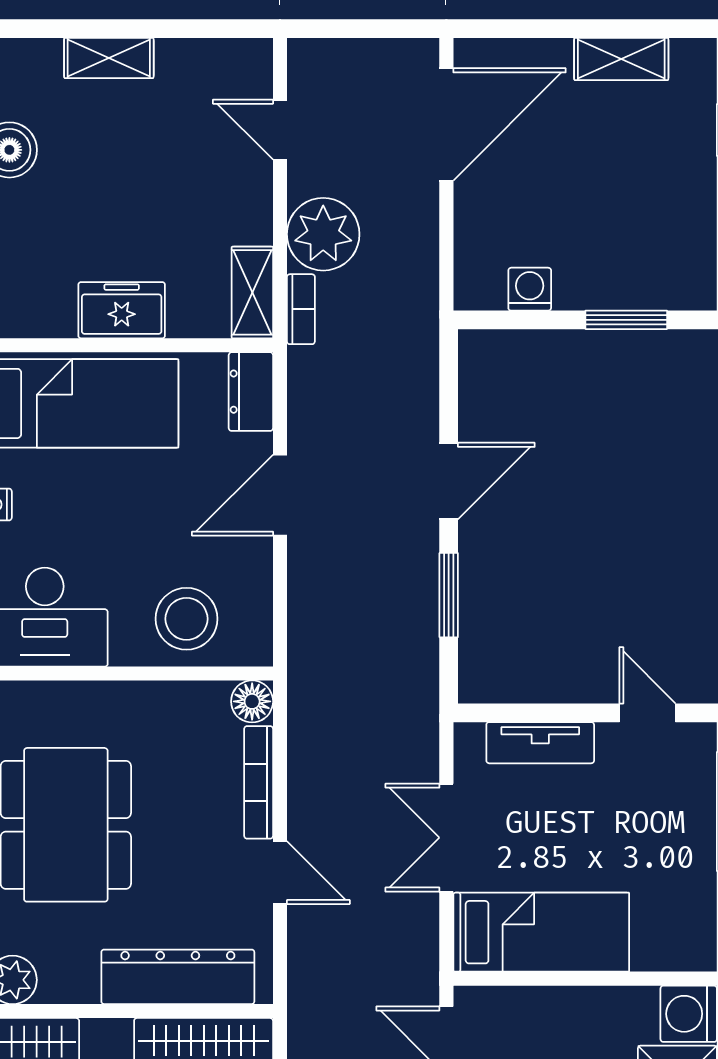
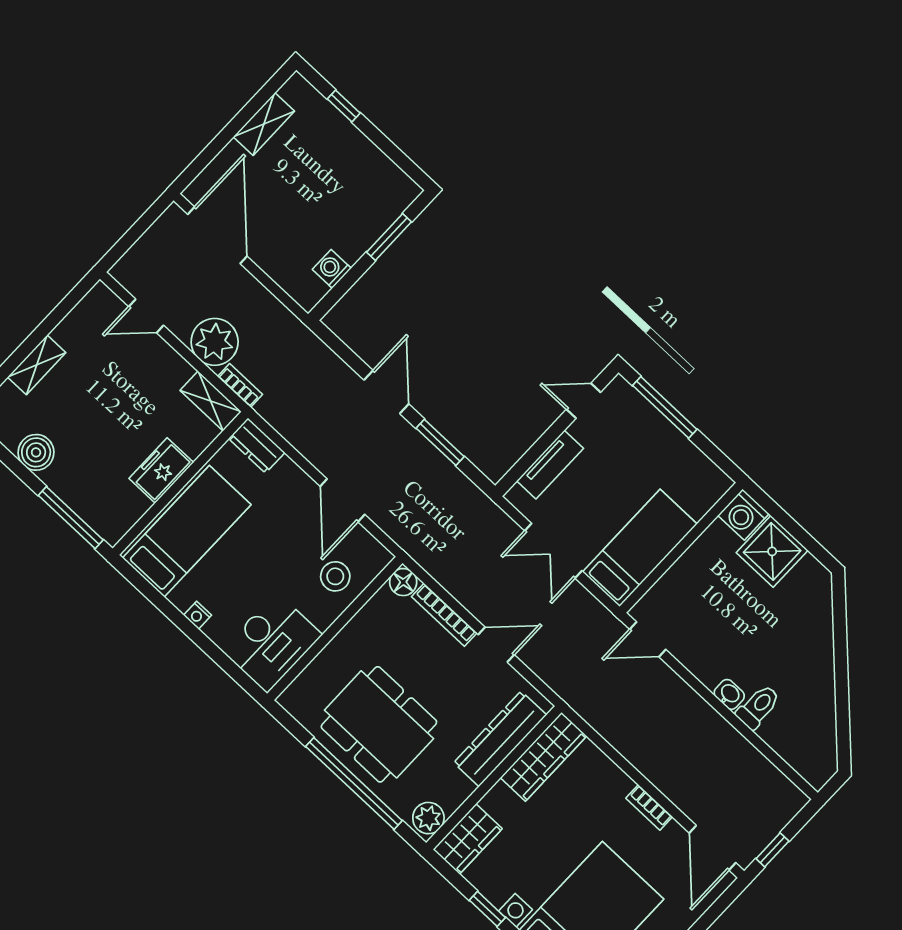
door: (280, 495) -> (343, 500), moved
stool: (187, 619) -> (335, 576), width x0.73, depth x0.73

